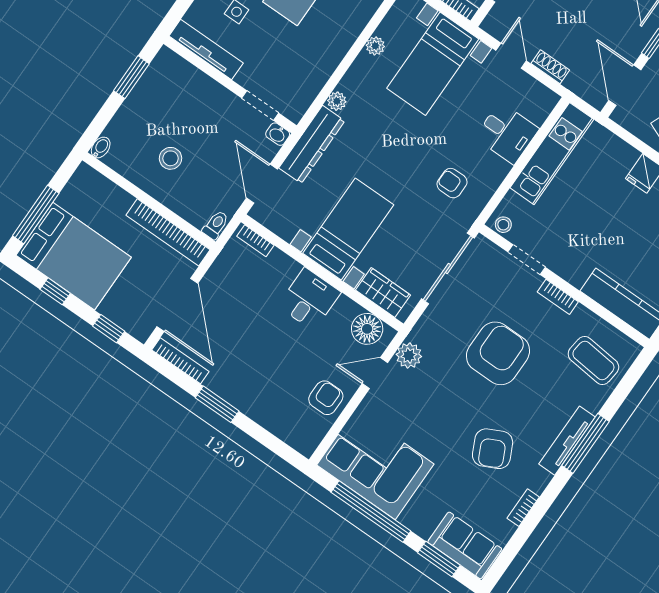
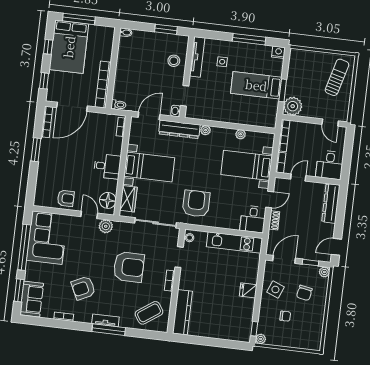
desk: (507, 133) -> (253, 219), moved
stool: (171, 158) -> (174, 61), moved
armchair: (452, 183) -> (196, 204), width x1.88, depth x1.88
coffee table: (593, 361) -> (149, 313), turned 49
tv unit: (567, 441) -> (105, 320), width x0.71

